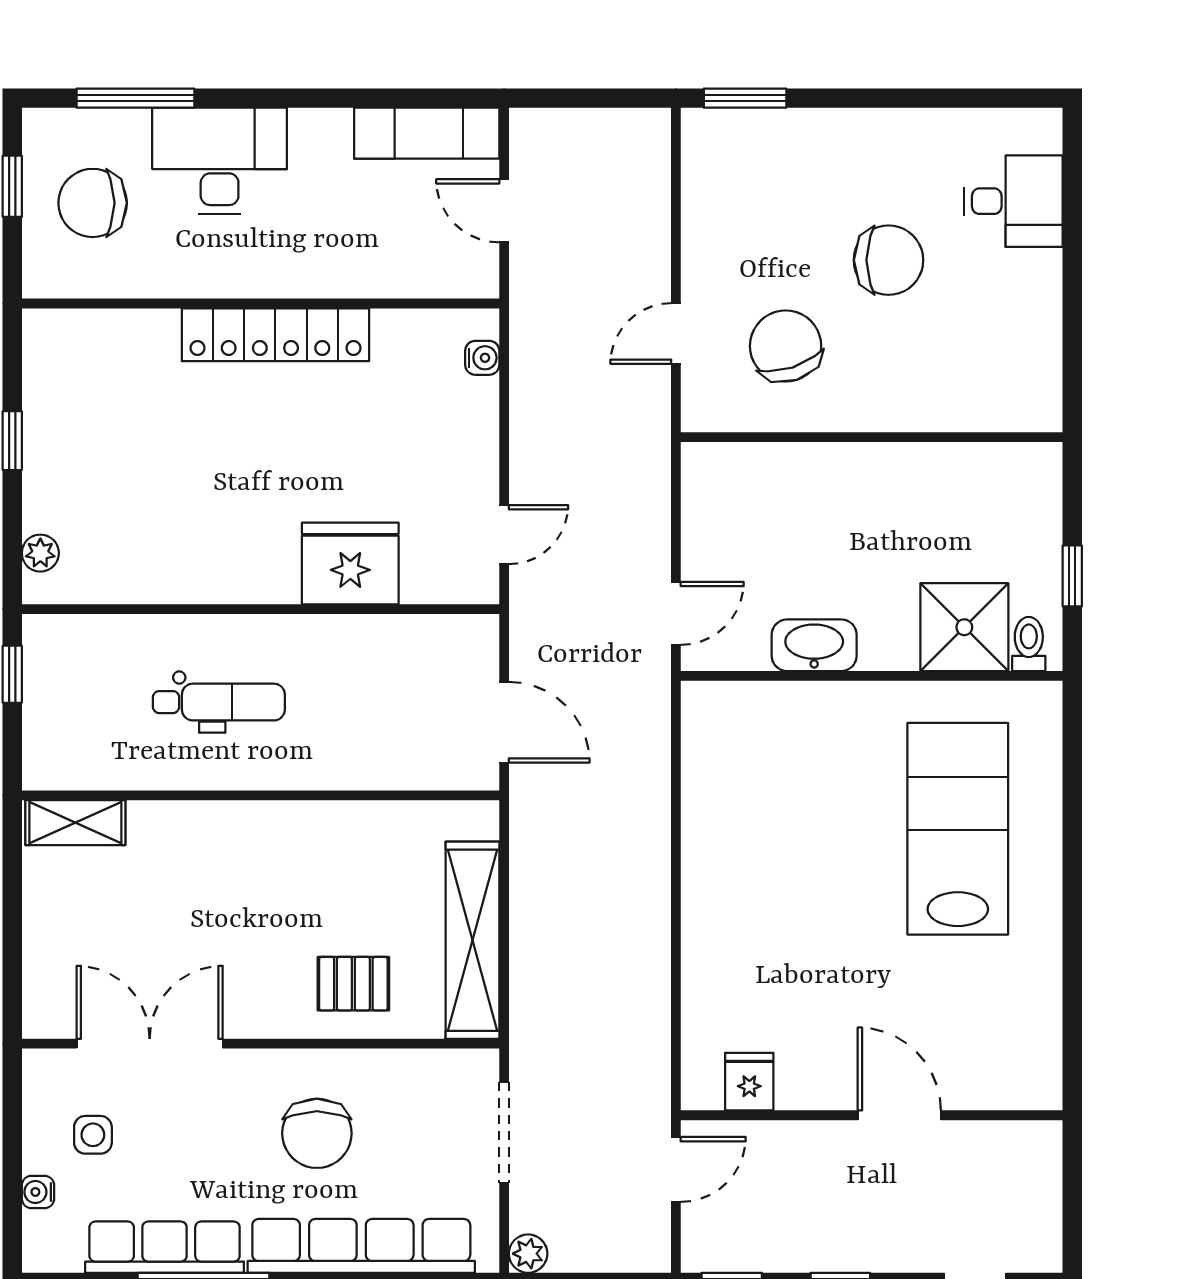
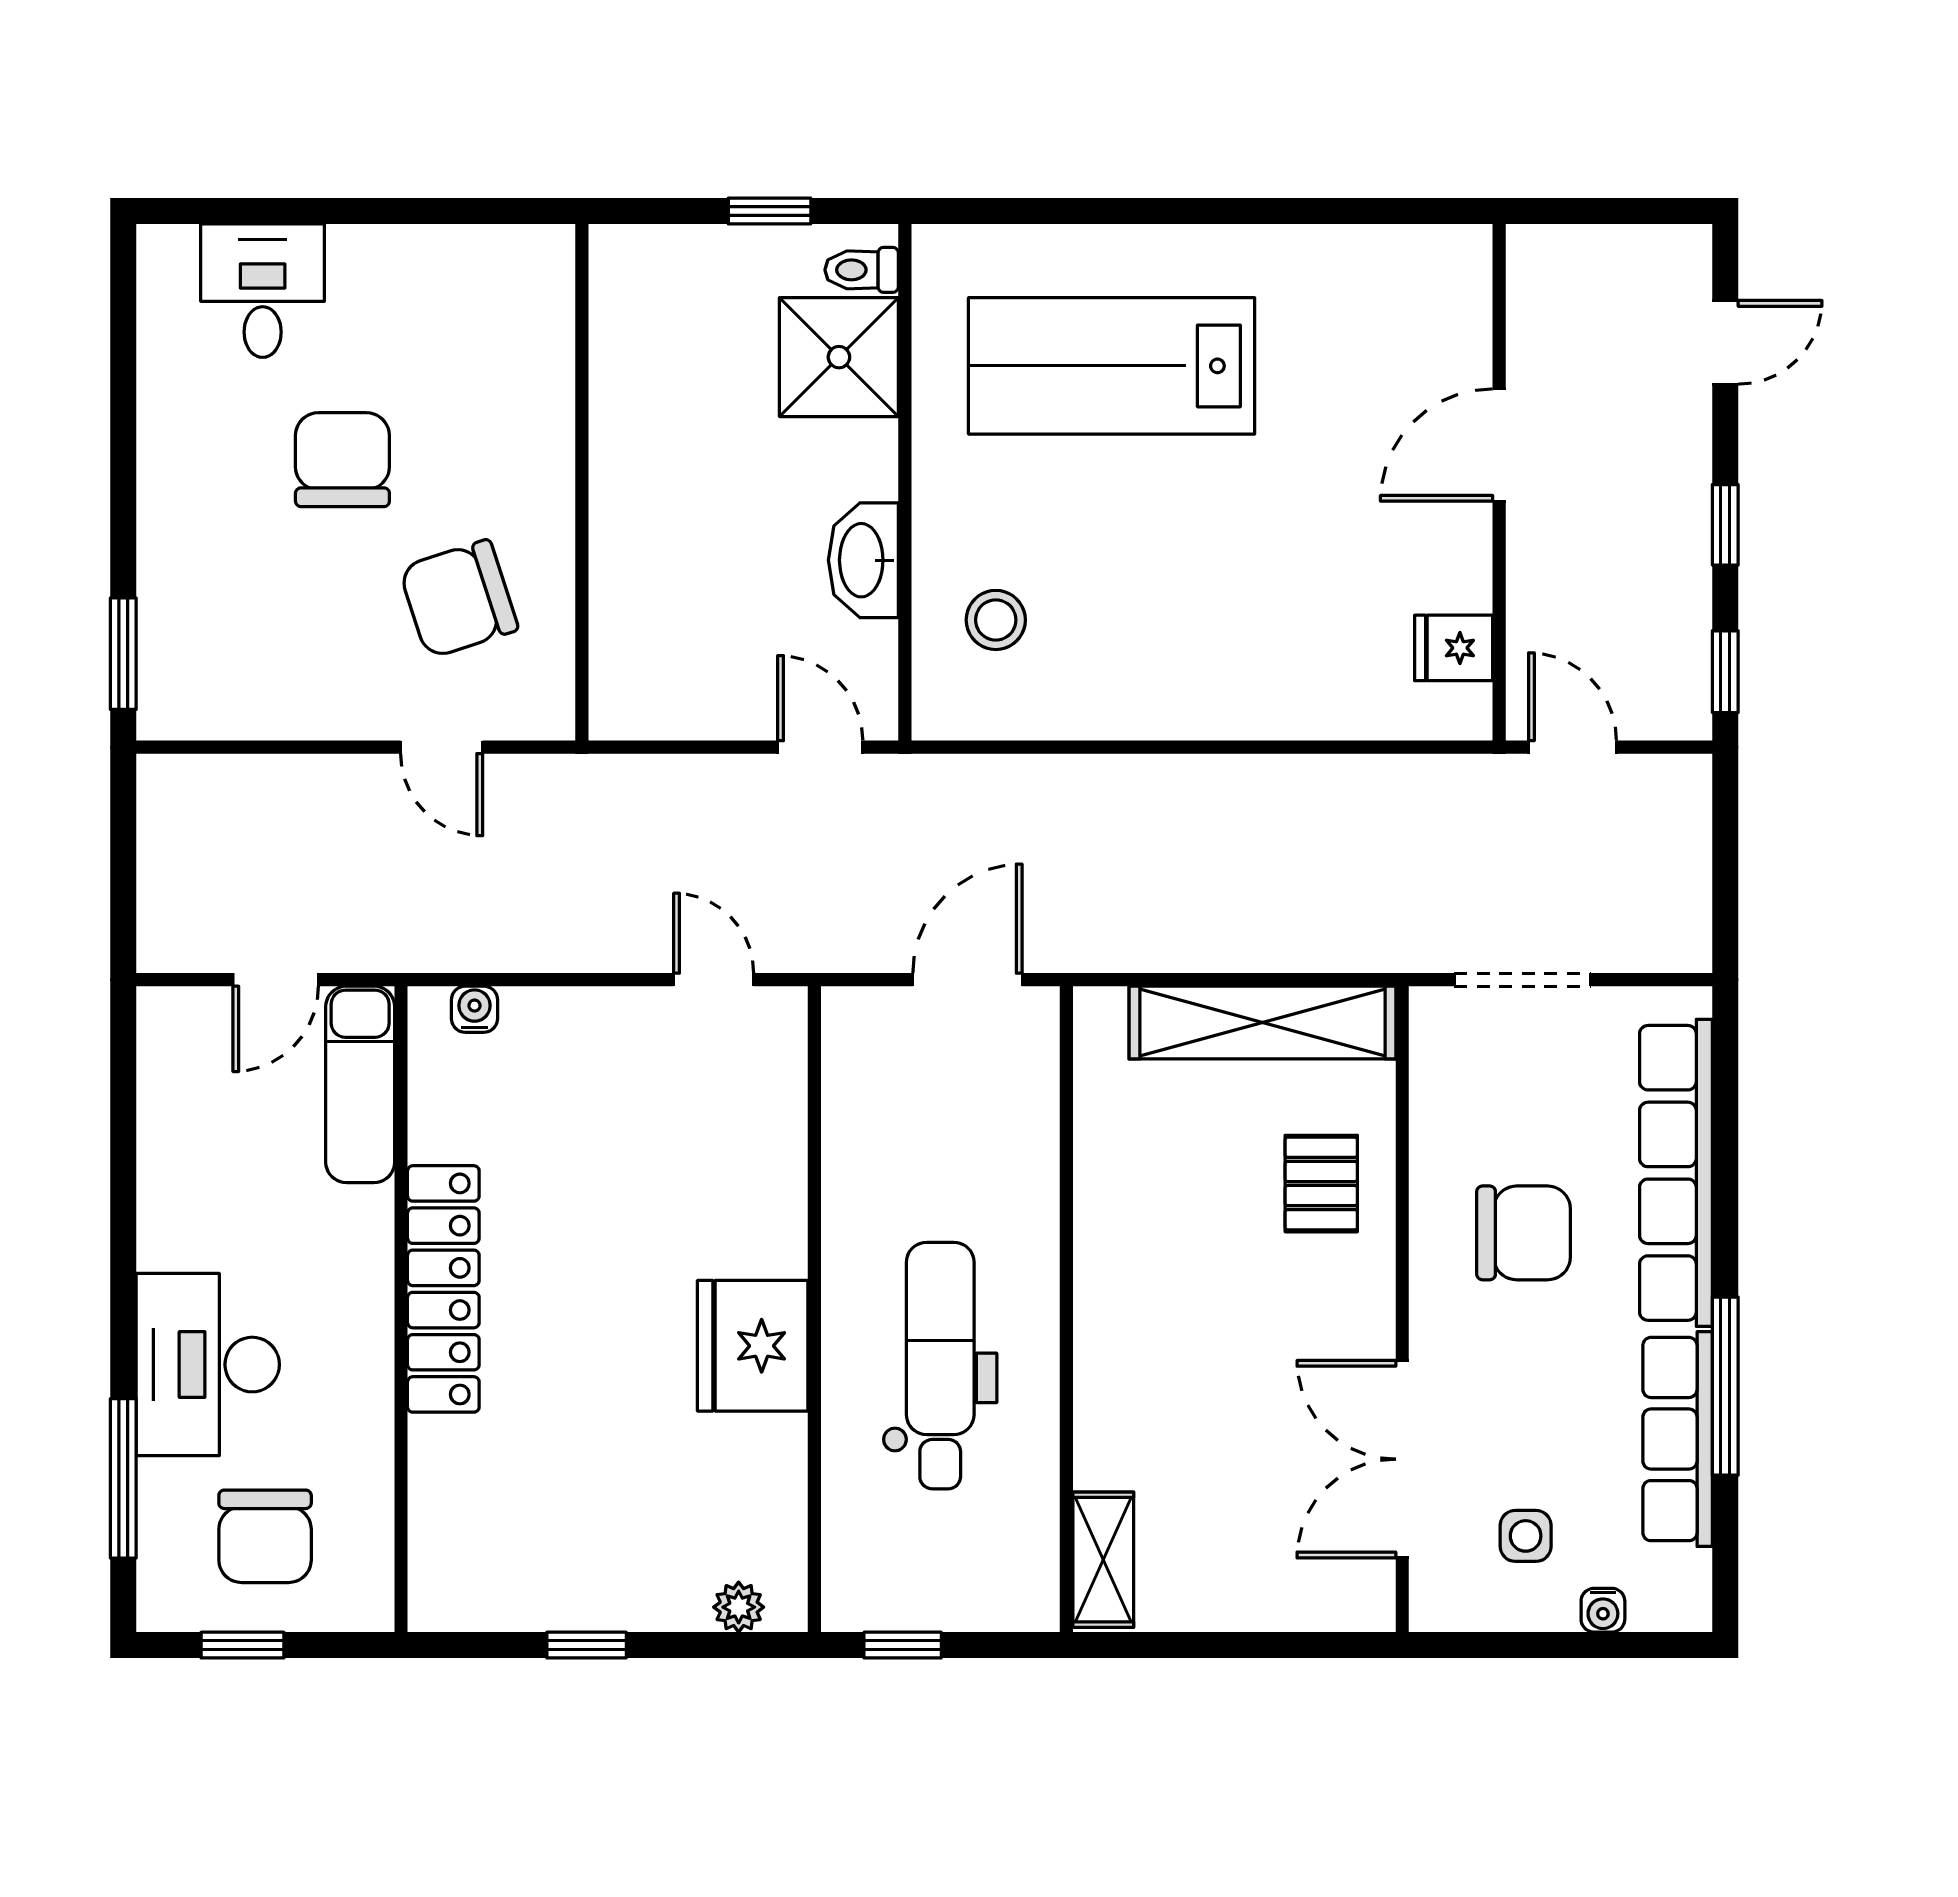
exam couch: (427, 133) -> (360, 1084), moved, turned 180
fridge: (350, 563) -> (753, 1346), moved
dental chair: (219, 702) -> (940, 1366), width x1.36, depth x1.38
stool: (770, 743) -> (996, 620), added
plant: (528, 1254) -> (1686, 947), removed

